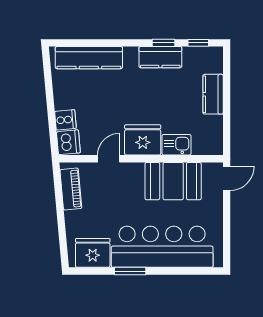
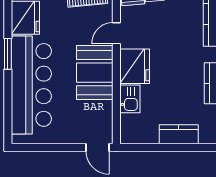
door: (109, 159) -> (116, 33), swing flipped
booth: (173, 181) -> (95, 73), moved

